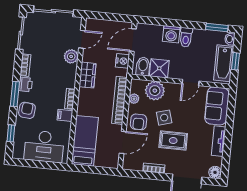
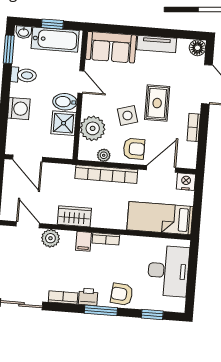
toilet: (186, 37) -> (24, 75), moved
nightstand: (122, 61) -> (186, 182), moved
bidet: (143, 66) -> (65, 102), moved
filing cabinet: (65, 115) -> (84, 241), moved
door: (123, 142) -> (161, 169), hinge flipped

